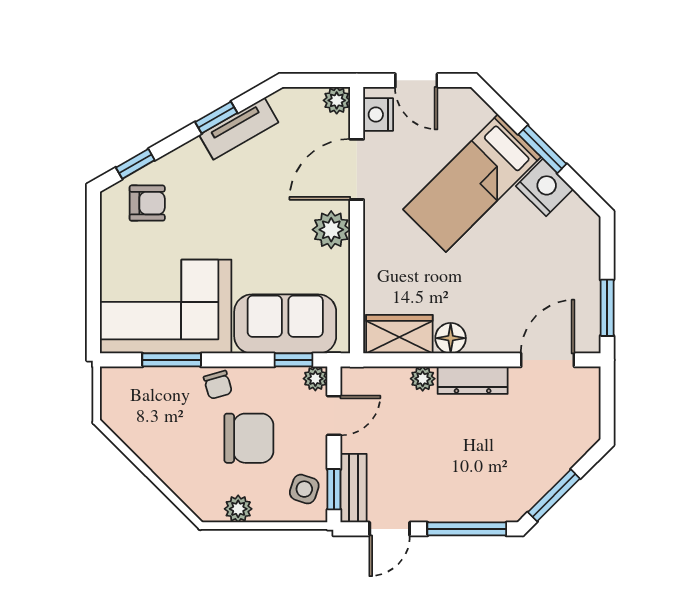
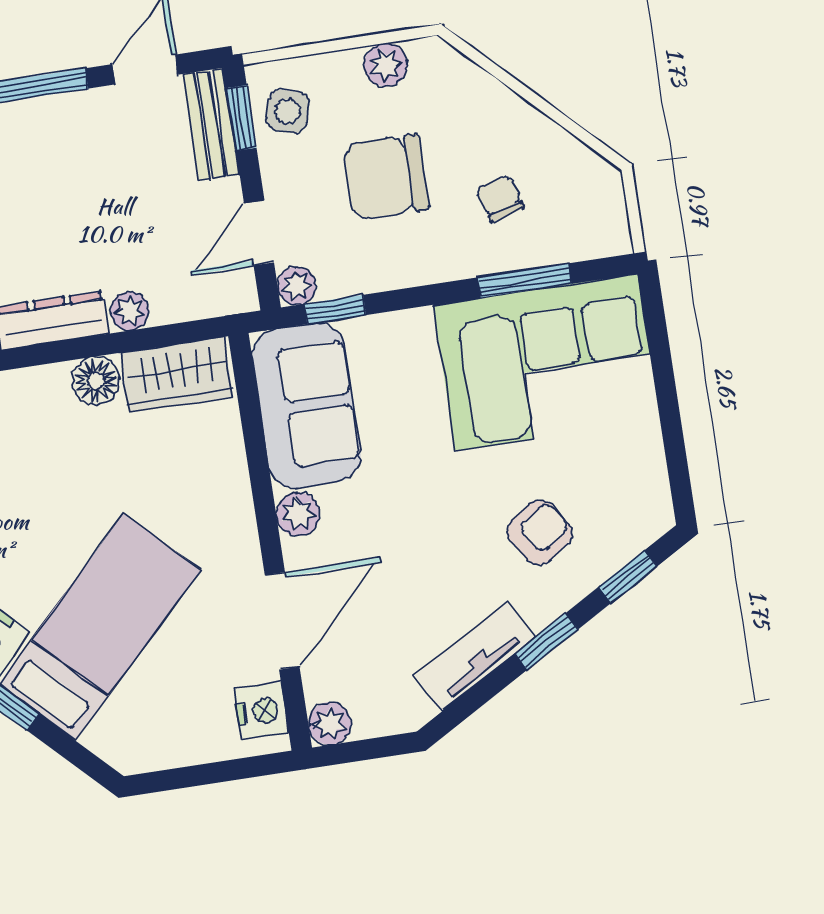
door: (416, 80) -> (211, 773), removed
window: (216, 117) -> (546, 642), moved
armchair: (147, 203) -> (539, 532), moved, turned 146
plant: (331, 230) -> (298, 514), width x0.73, depth x0.73
sofa: (285, 324) -> (306, 405), moved, turned -90
chair: (218, 385) -> (500, 198), moved

